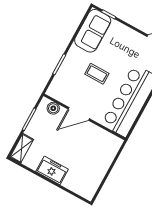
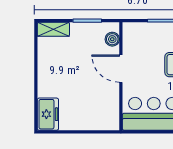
freezer: (52, 170) -> (48, 114), moved

